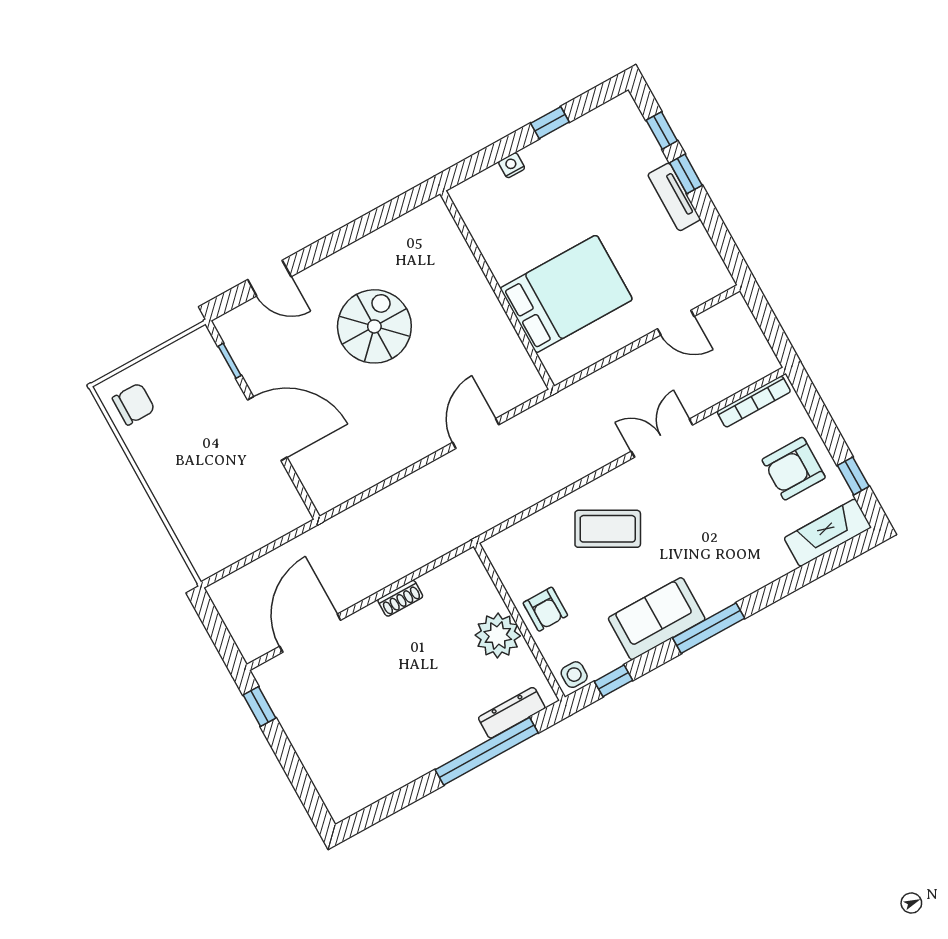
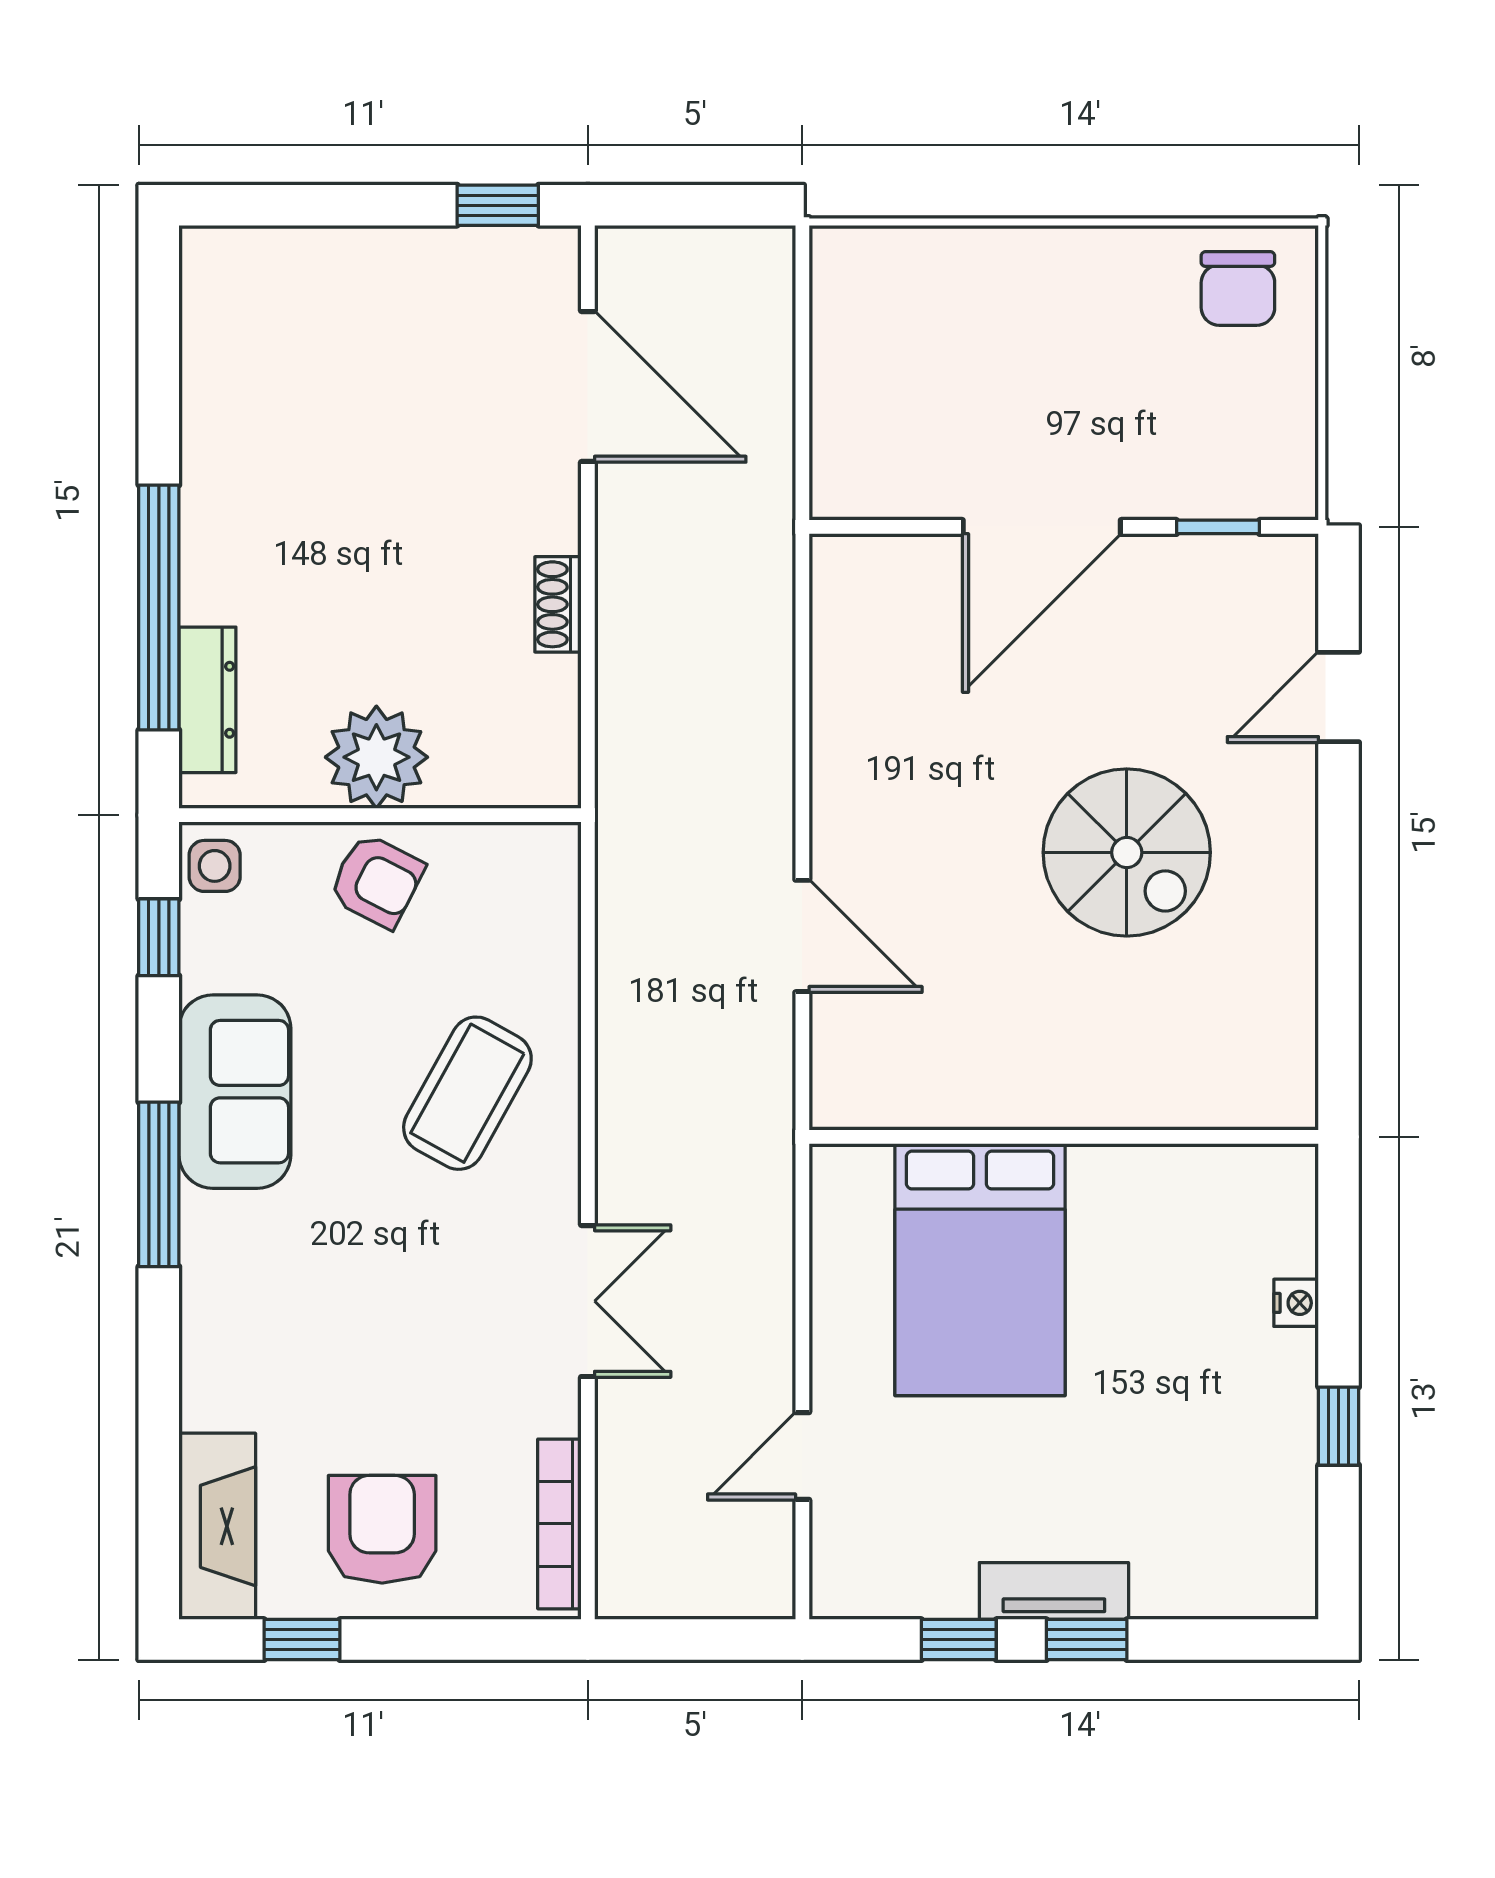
window: (662, 131) -> (959, 1640), moved
armchair: (545, 609) -> (376, 881), turned -153

